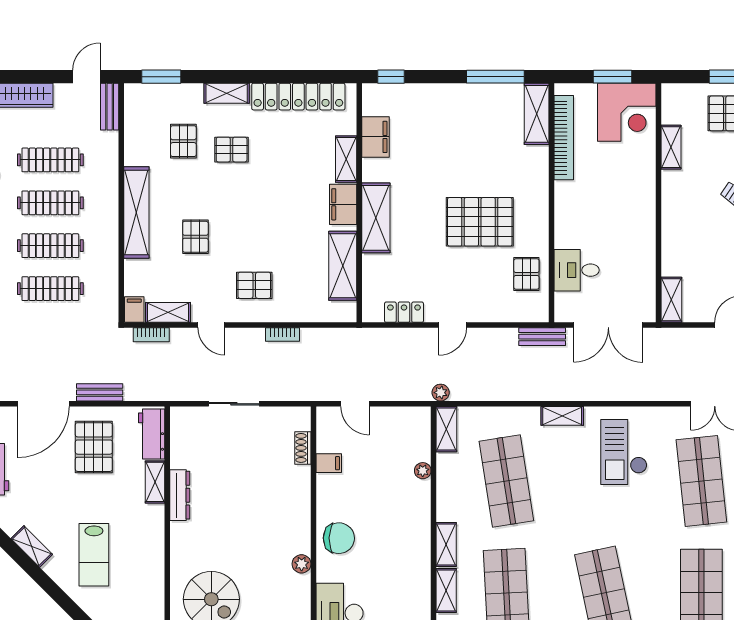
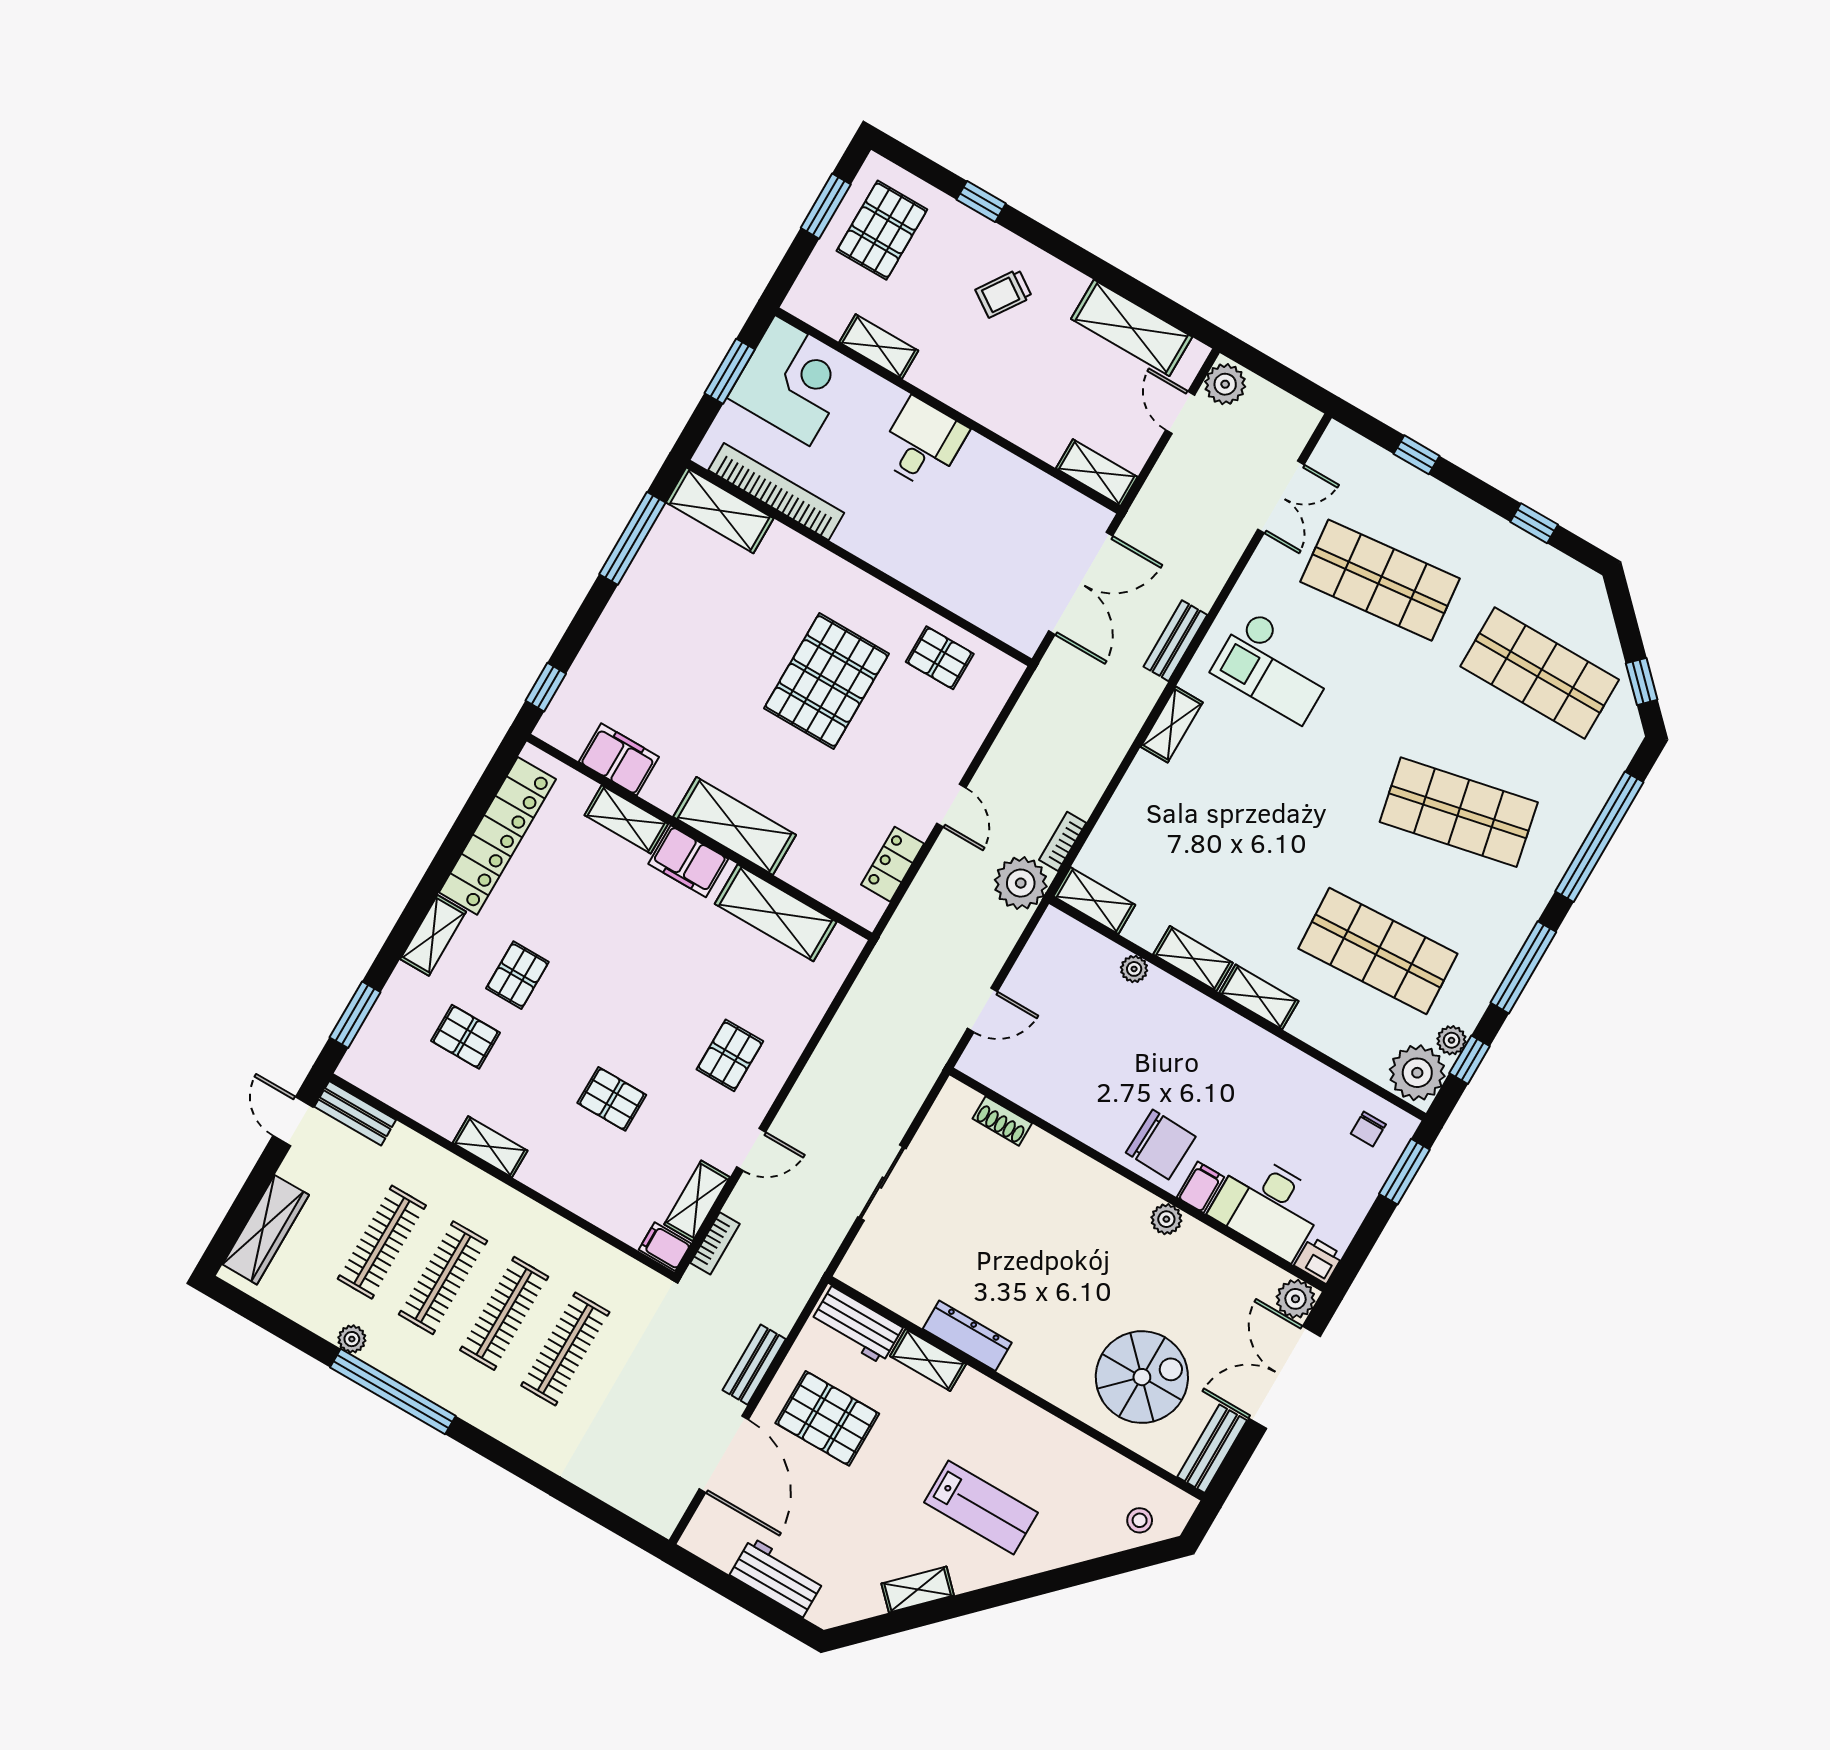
shelving: (136, 213) -> (490, 1147), width x0.45, depth x0.75
desk: (577, 270) -> (922, 444), moved, turned 180
bookcase: (283, 335) -> (1063, 841), moved, turned 180
bench: (542, 337) -> (1175, 641), moved
plant: (441, 393) -> (1021, 883), width x1.88, depth x1.88
filing cabinet: (329, 463) -> (1201, 1187), moved
shop shelf: (506, 481) -> (1218, 858), removed
chair: (339, 538) -> (1161, 1145), turned 91
shelving: (446, 591) -> (1193, 959), moved

